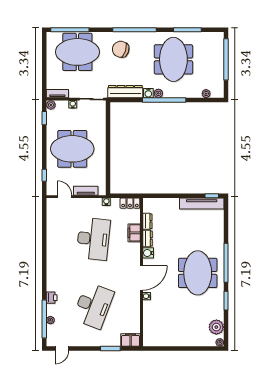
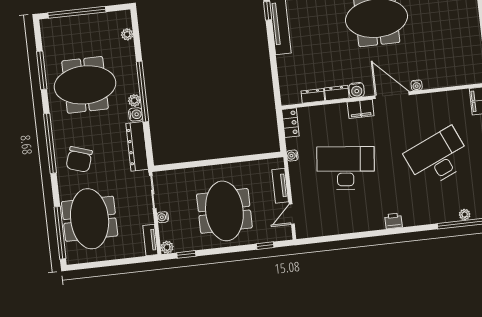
filing cabinet: (134, 233) -> (361, 109), moved
printer: (52, 298) -> (393, 221), moved
desk: (93, 306) -> (438, 158), turned -45

